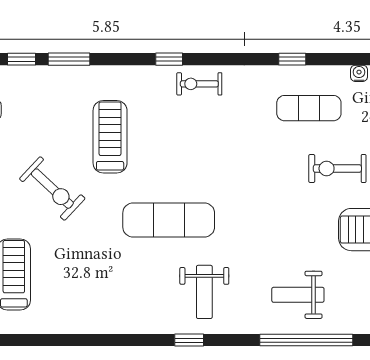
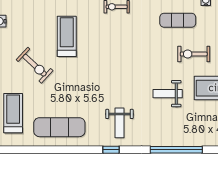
exercise mat: (169, 220) -> (59, 127), moved
weight bench: (298, 295) -> (168, 94), moved

